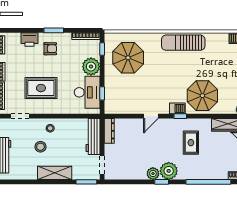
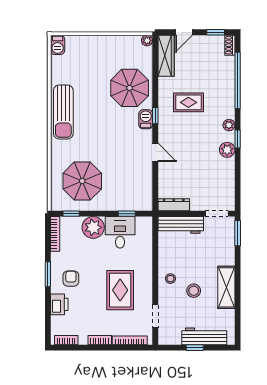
desk: (87, 92) -> (120, 232), width x0.73
plant: (169, 171) -> (229, 125), width x0.53, depth x0.53
shelving: (55, 173) -> (226, 287), moved

